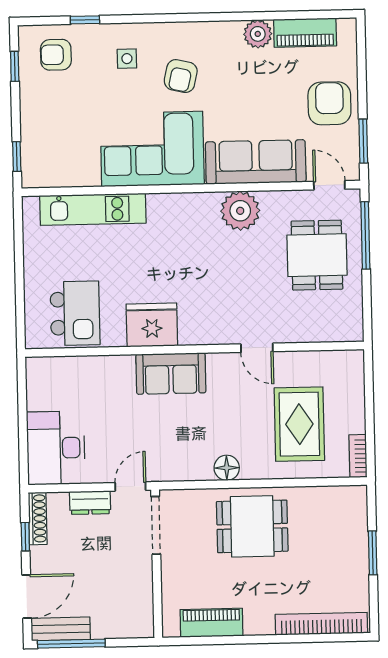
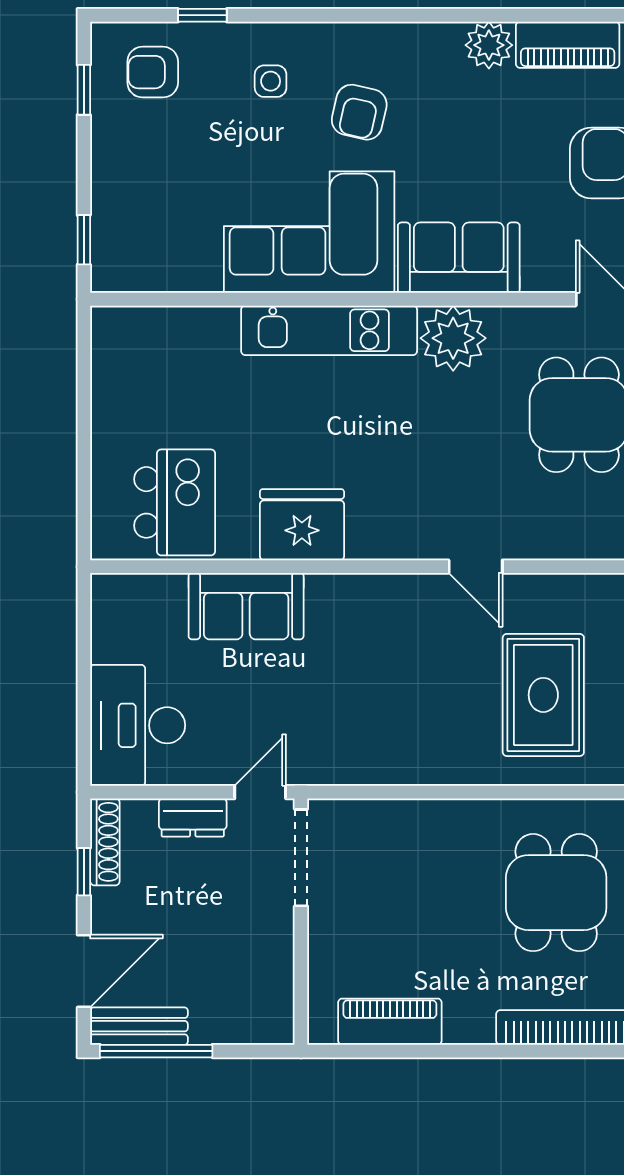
sofa: (256, 162) -> (459, 258), width x0.73
kitchen unit: (93, 209) -> (329, 330), moved
sofa: (171, 374) -> (246, 606), moved
floor lamp: (227, 468) -> (421, 765), removed
dining table: (252, 526) -> (556, 893), moved, turned 90

